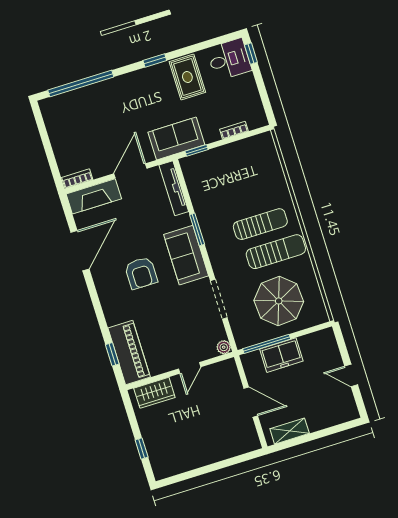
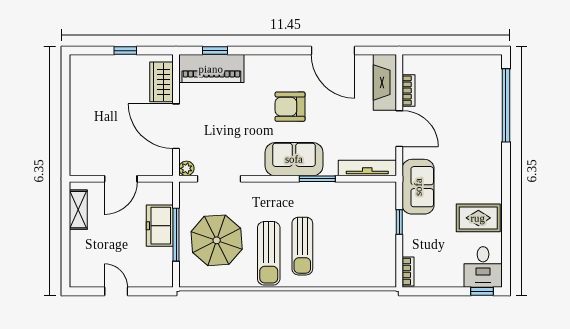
window: (155, 60) -> (506, 190), removed
bookcase: (234, 130) -> (408, 272), moved
window: (197, 150) -> (399, 222), moved
bookcase: (77, 179) -> (409, 90), moved
doorway: (219, 299) -> (219, 179), moved
window: (267, 344) -> (176, 235), moved
door: (190, 368) -> (176, 126), width x1.88
door: (351, 375) -> (116, 291), hinge flipped
window: (142, 448) -> (125, 51), moved

